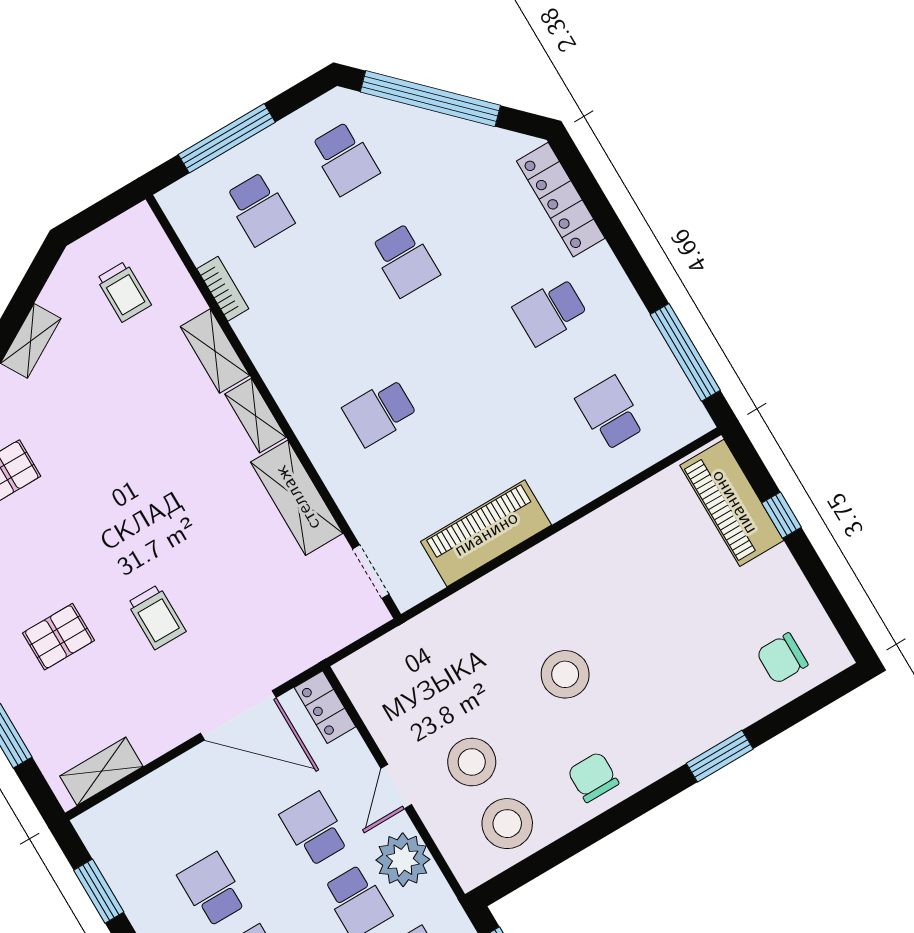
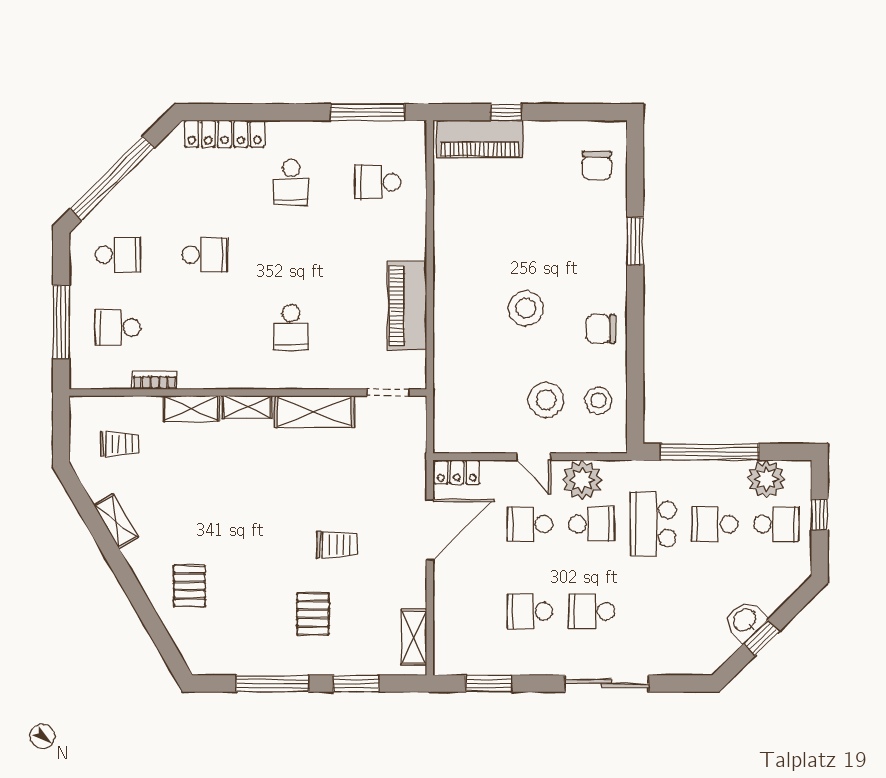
school desk: (260, 209) -> (118, 327), turned 180
stool: (507, 824) -> (598, 400), width x0.73, depth x0.73

